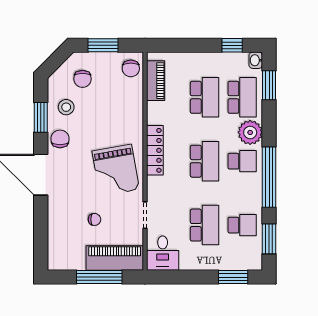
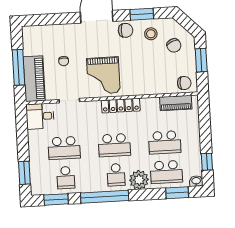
chair: (131, 68) -> (184, 83), turned 180
chair: (83, 79) -> (174, 45), turned -113
grand piano: (116, 170) -> (103, 76), turned -80

